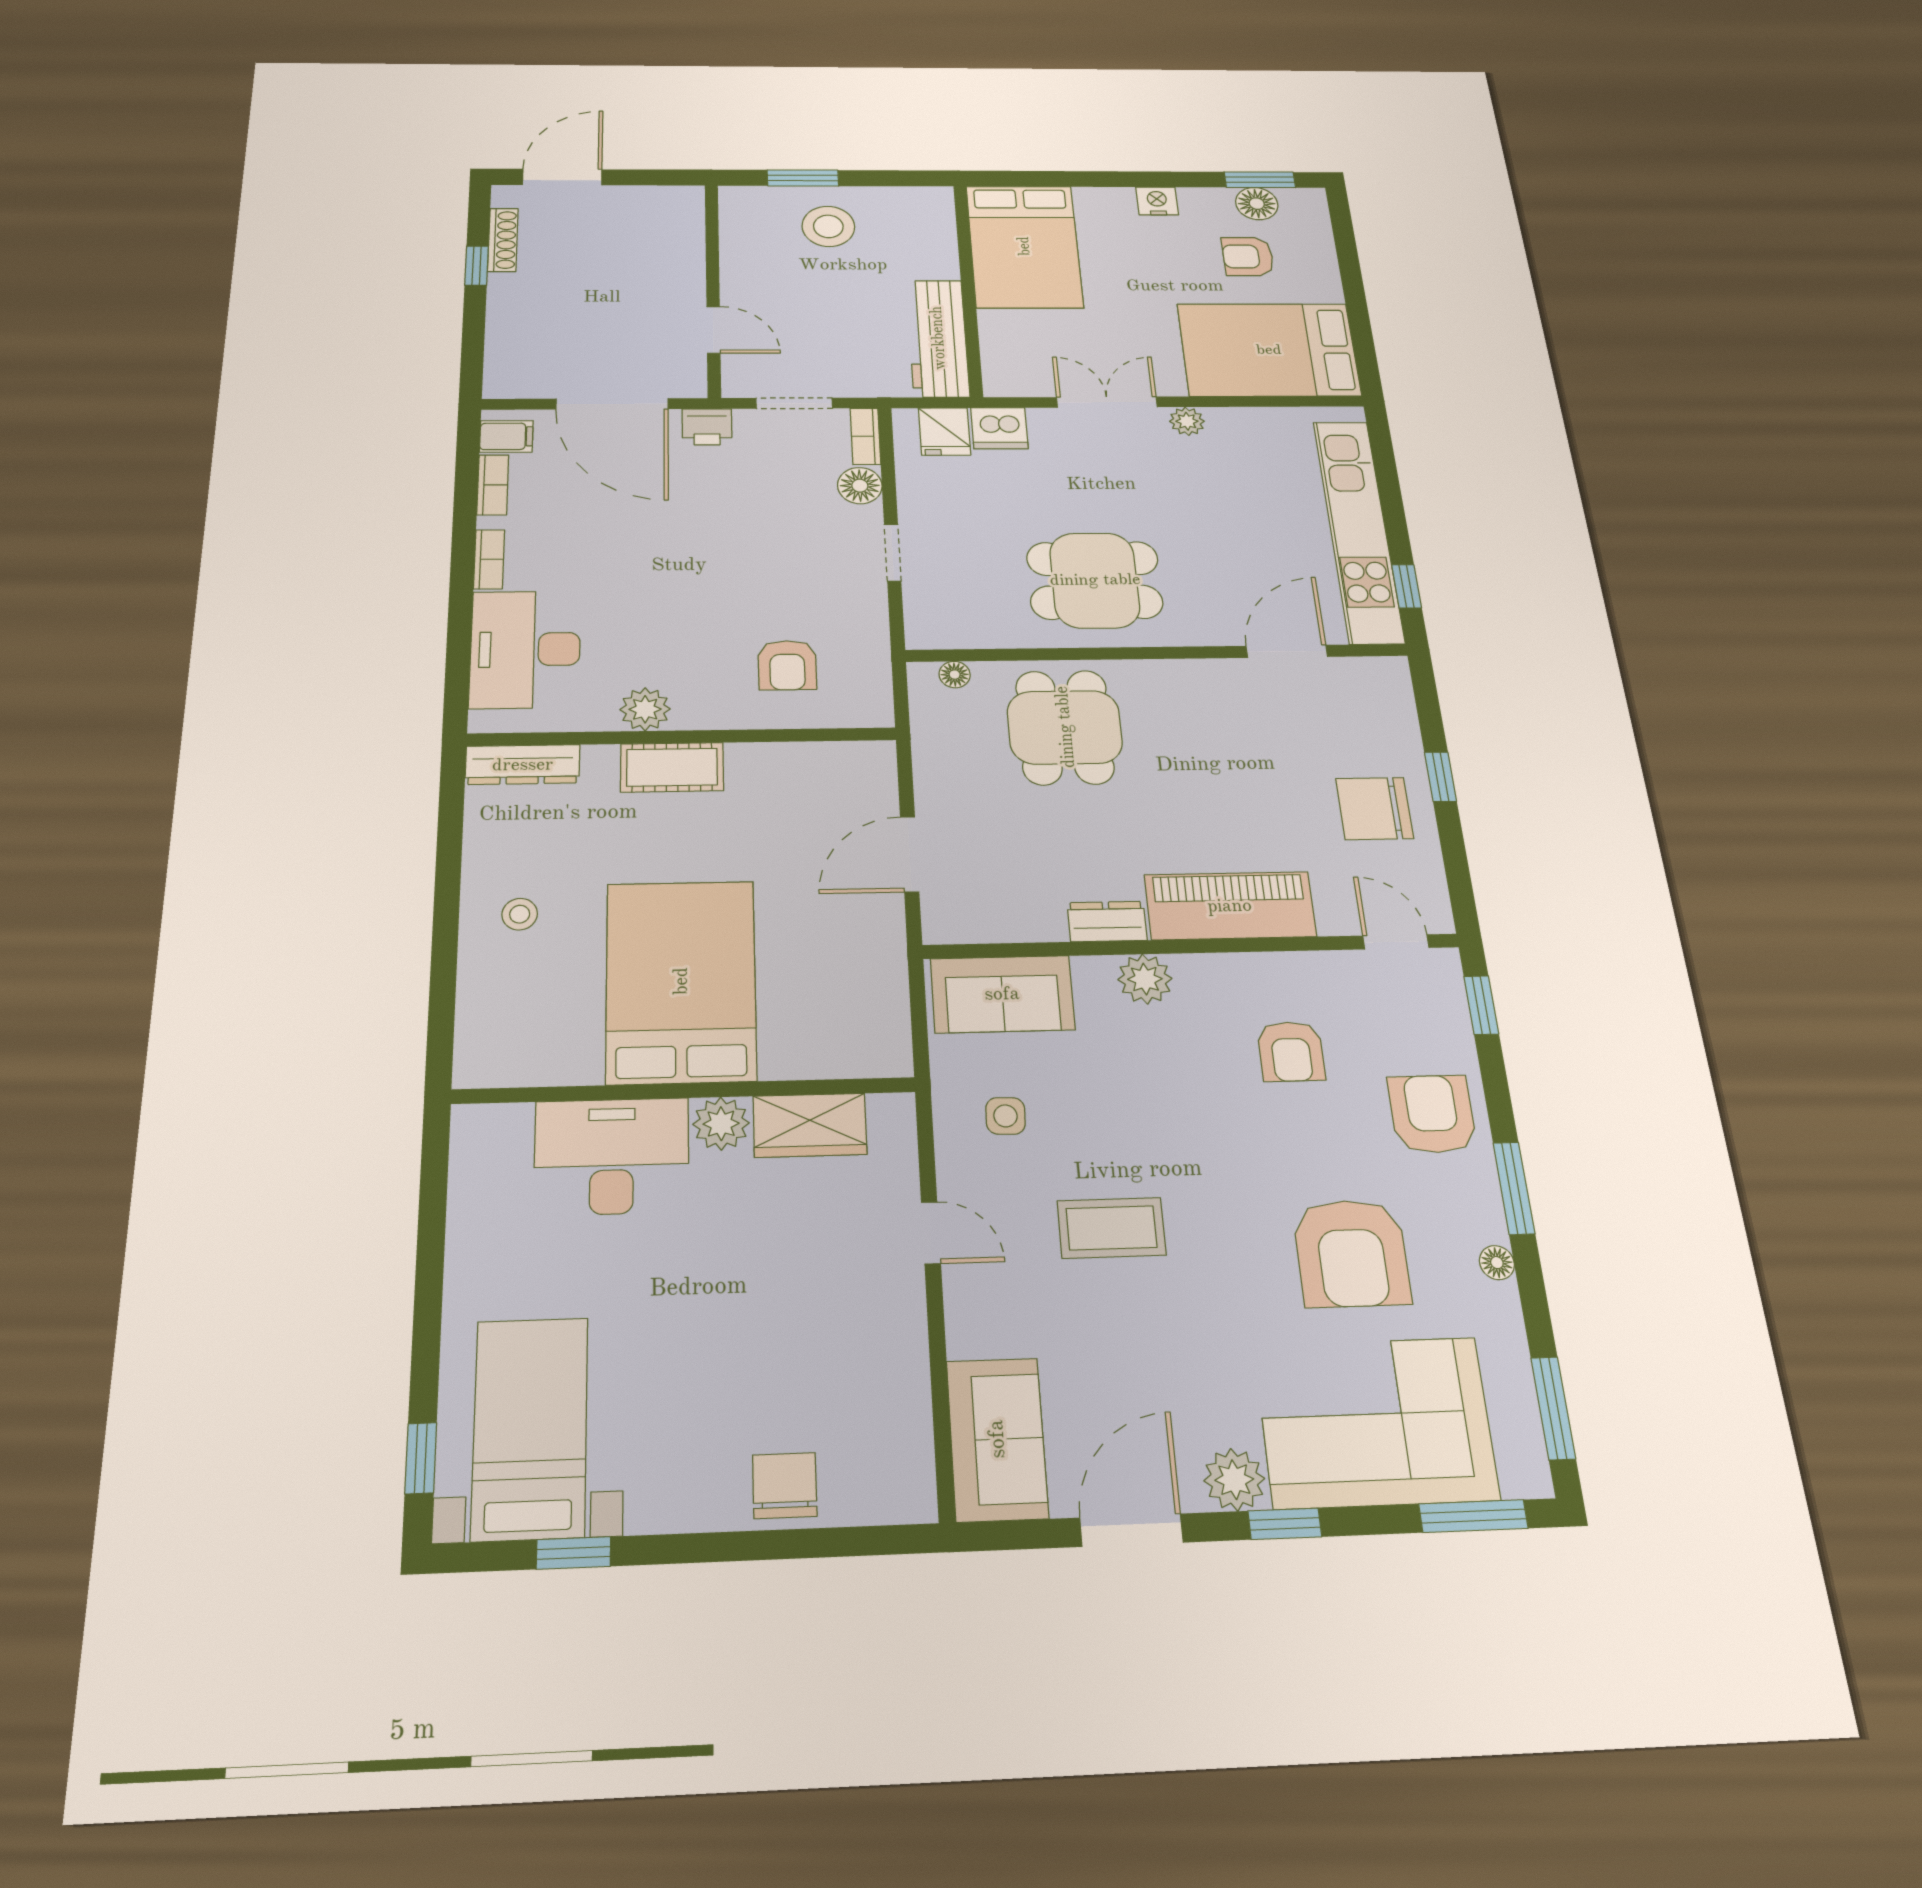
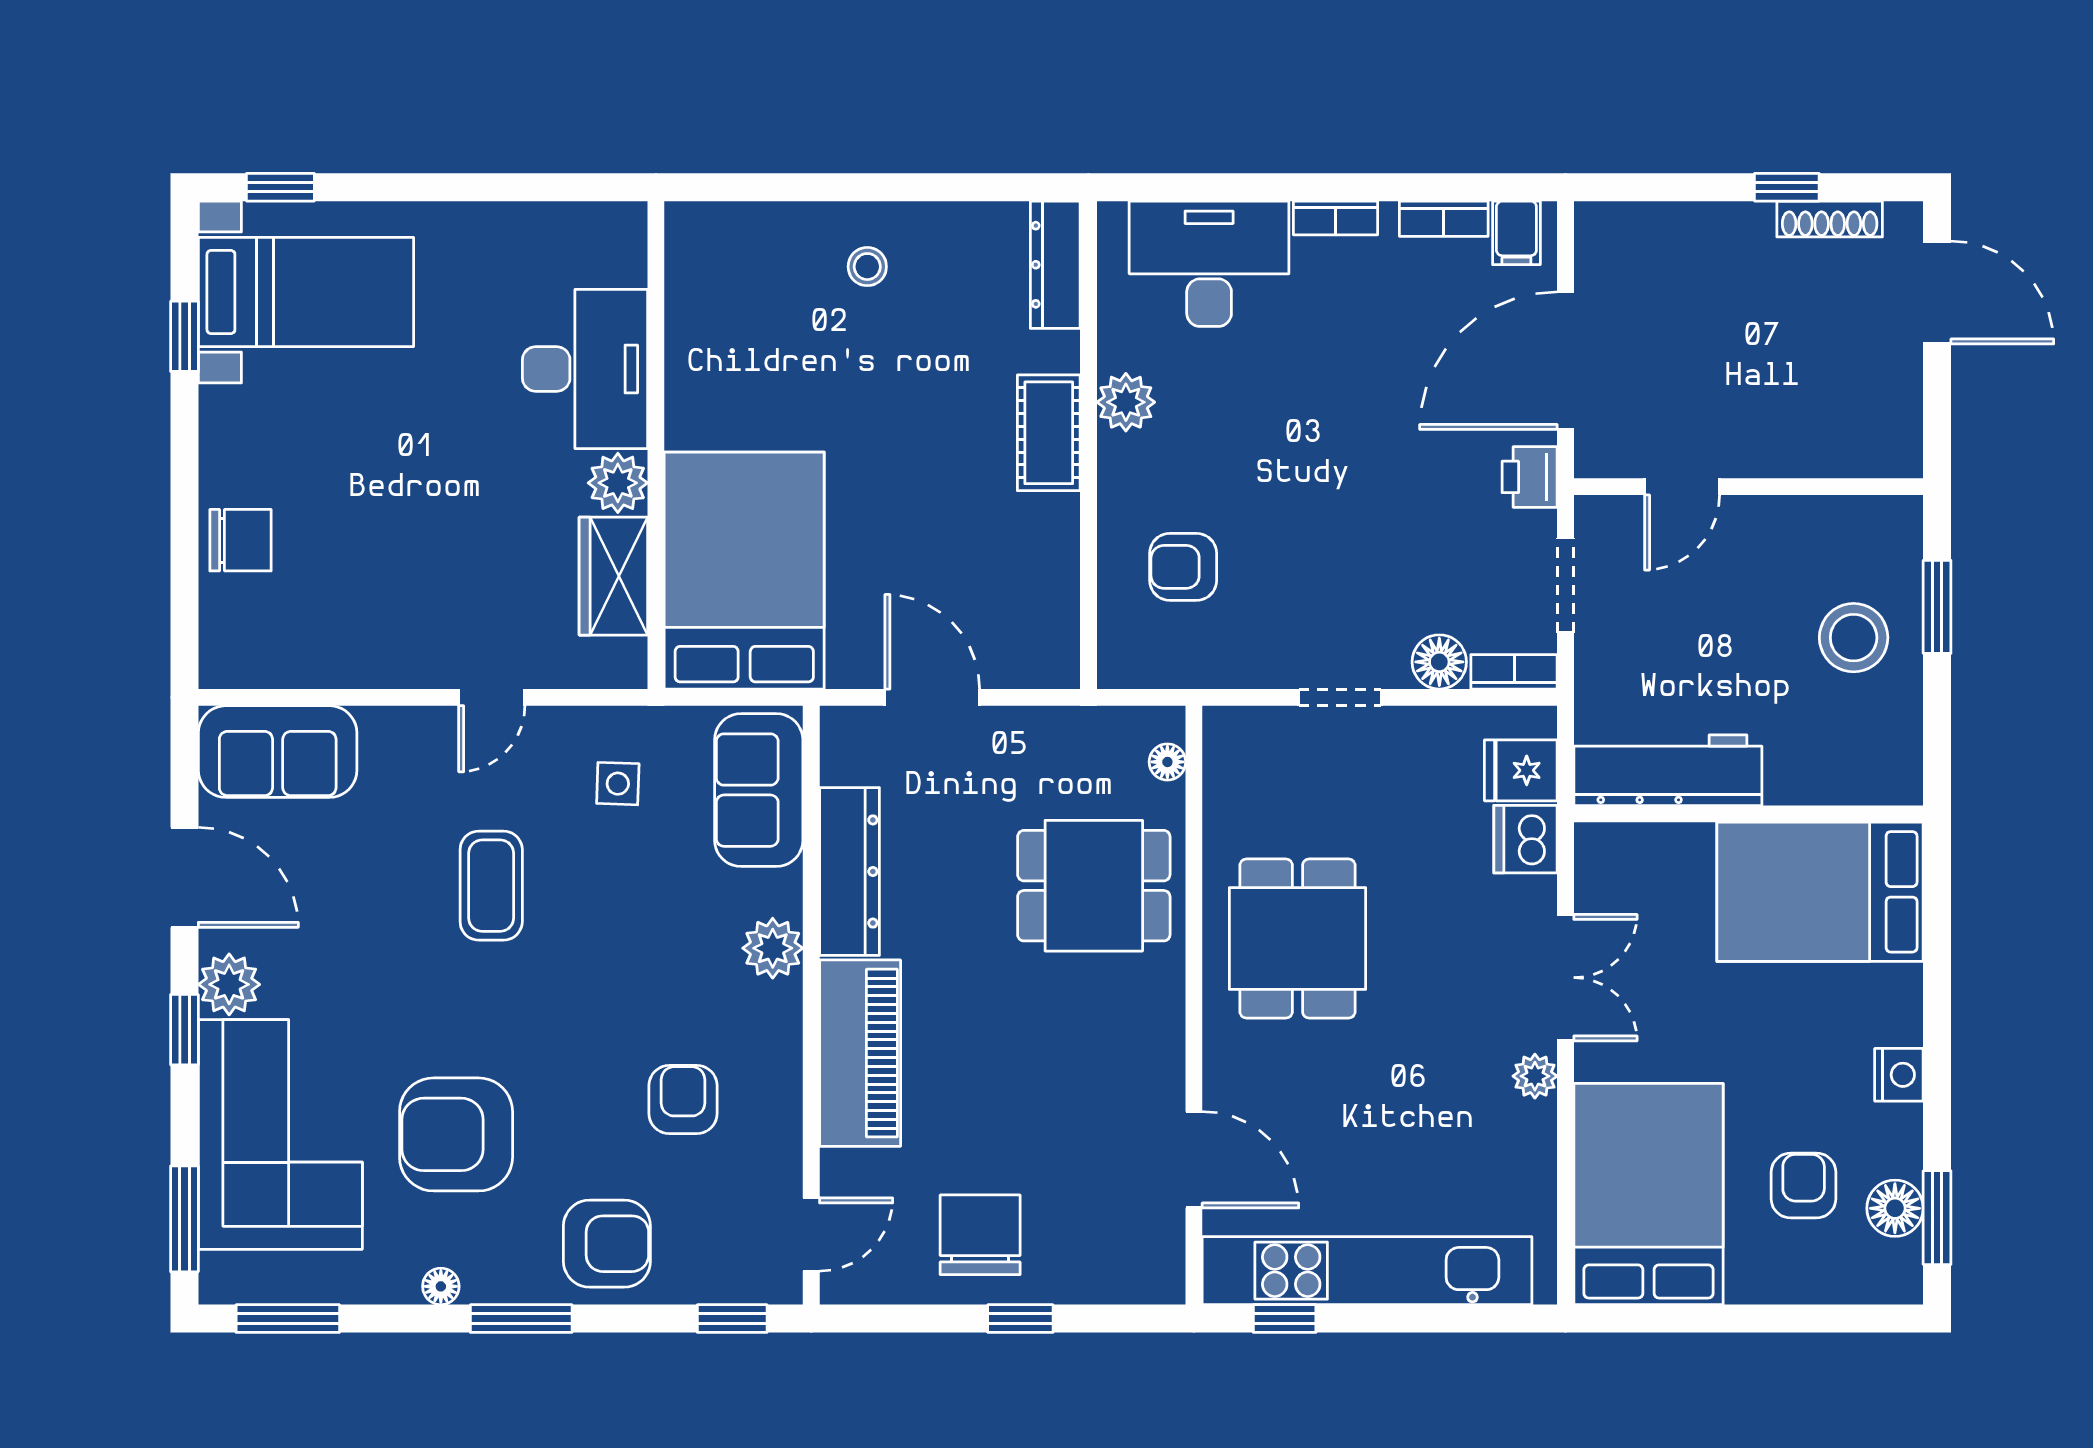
dresser: (1107, 922) -> (849, 871), width x1.96, depth x1.24
bed: (681, 981) -> (744, 571), moved, turned -90
armchair: (1291, 1052) -> (683, 1100), turned 90

